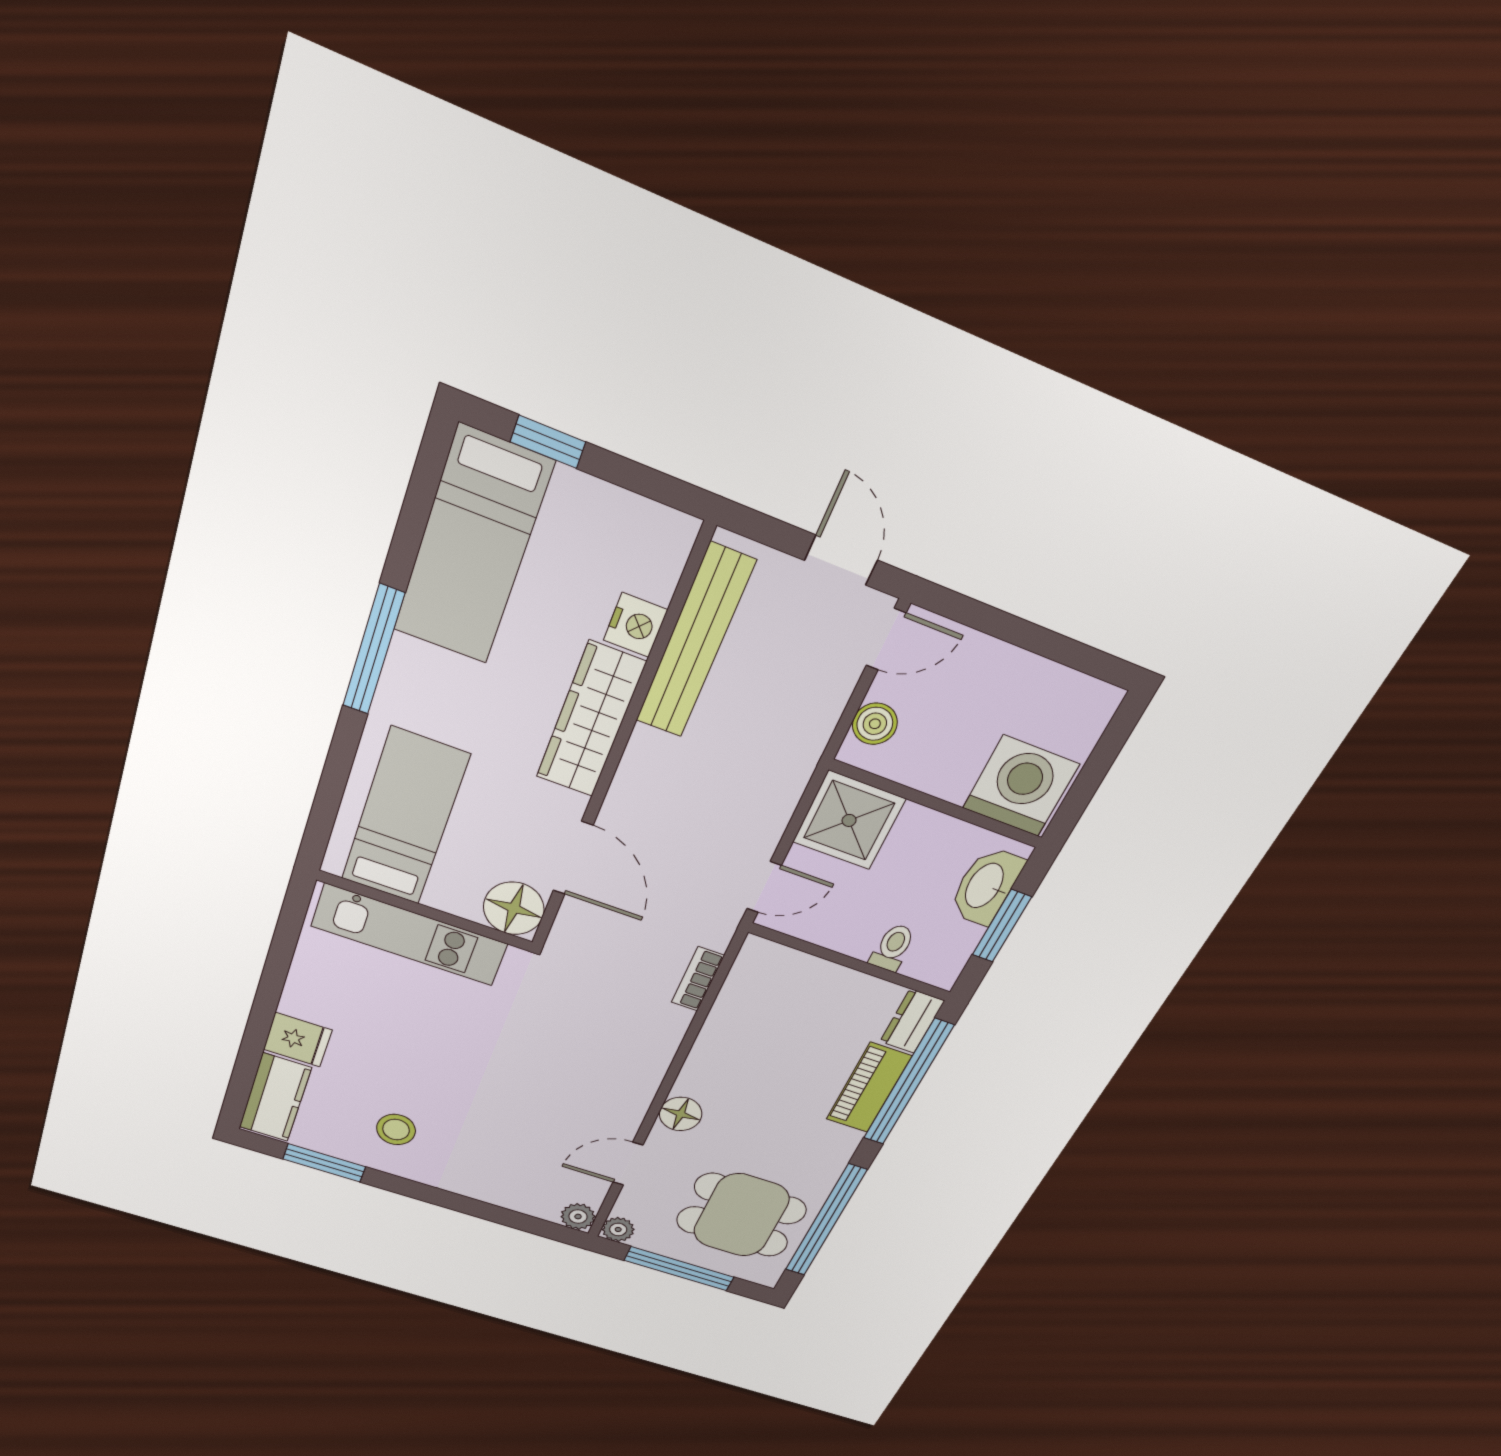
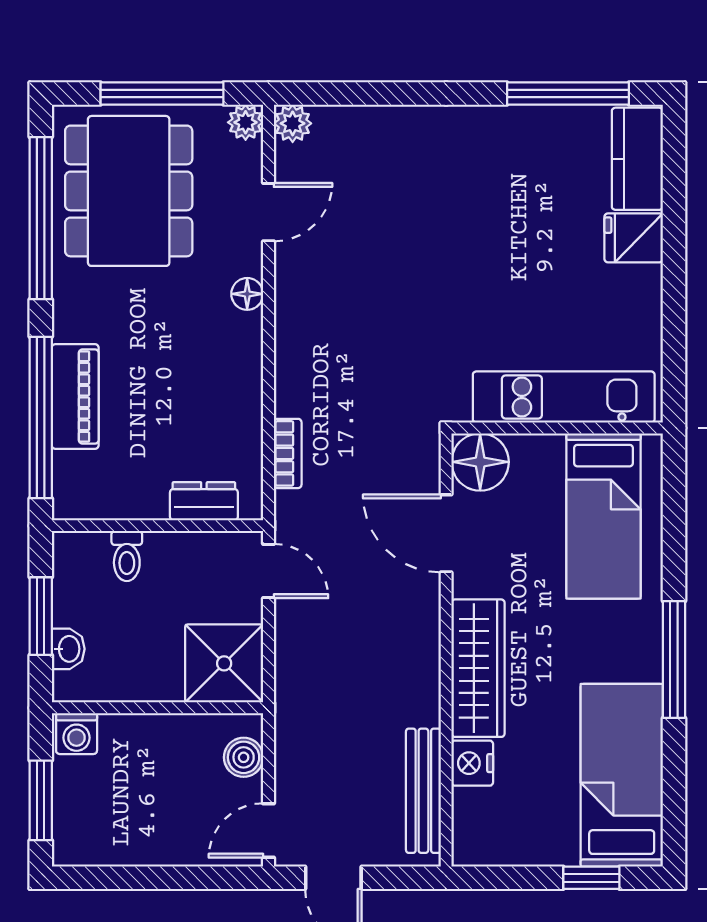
bench: (695, 642) -> (423, 791), width x0.73, depth x0.82
window: (1101, 760) -> (41, 800), added
washing machine: (1021, 786) -> (77, 734), width x0.53, depth x0.53
washbasin: (986, 886) -> (68, 649), width x0.52, depth x0.69
door: (764, 887) -> (268, 571), swing flipped
dresser: (912, 1021) -> (204, 501), moved, turned -90
floor lamp: (681, 1114) -> (247, 294), width x0.73, depth x0.73
stool: (396, 1130) -> (510, 165), removed
window: (324, 1163) -> (568, 94), width x1.44
dining table: (741, 1215) -> (129, 191), width x1.38

